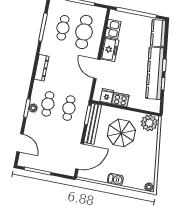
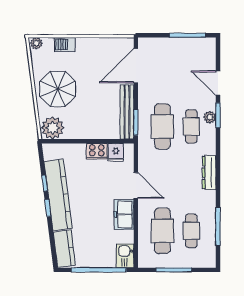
kitchen sink: (113, 29) -> (125, 256), moved
cafe table: (69, 108) -> (162, 126), width x1.37, depth x1.35
parasol: (121, 133) -> (58, 89), moved
door: (20, 143) -> (218, 83), moved
barbecue: (115, 179) -> (65, 44), moved

